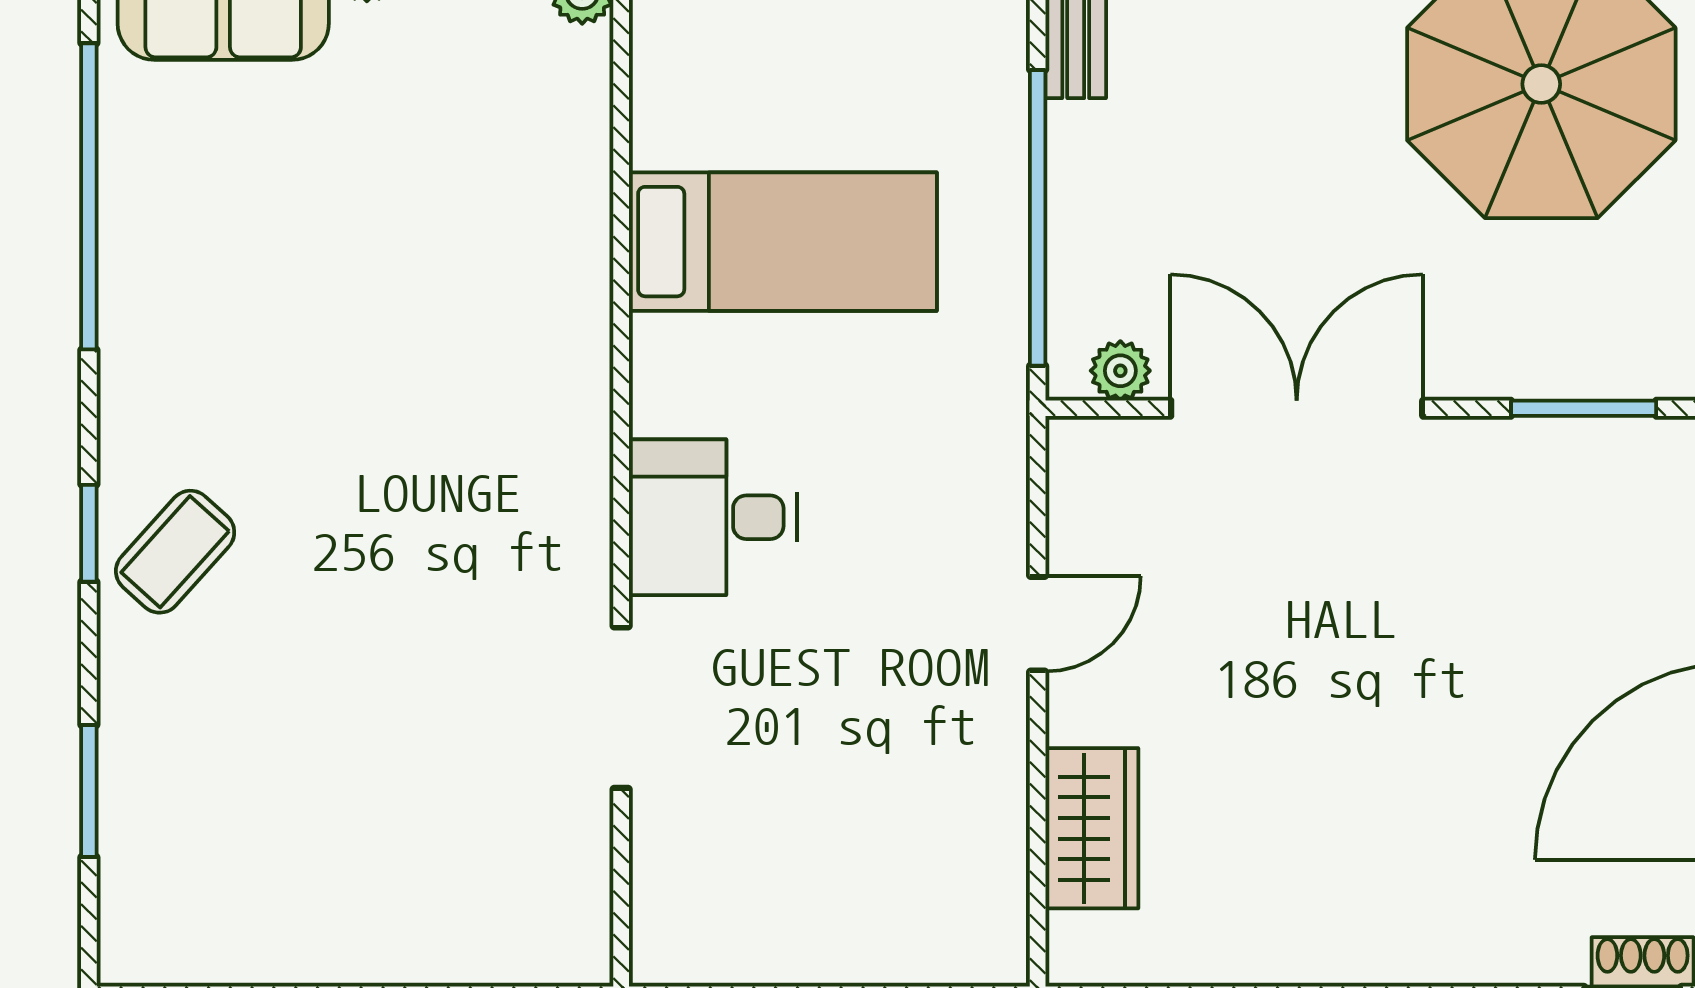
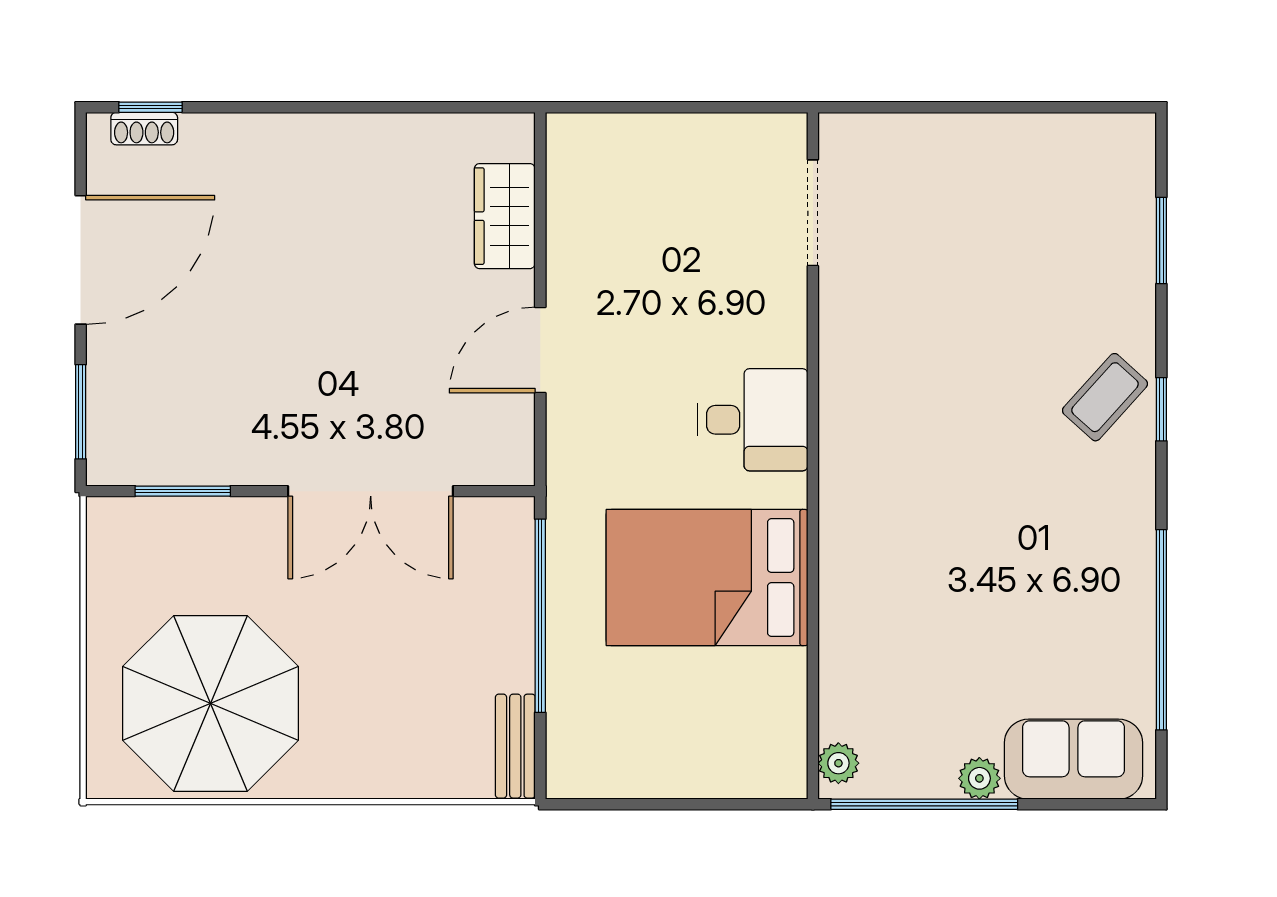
bed: (783, 242) -> (707, 578), width x1.50
plant: (1120, 371) -> (486, 516), removed
door: (1038, 624) -> (540, 350), width x1.38
doorway: (621, 708) -> (813, 213), moved

